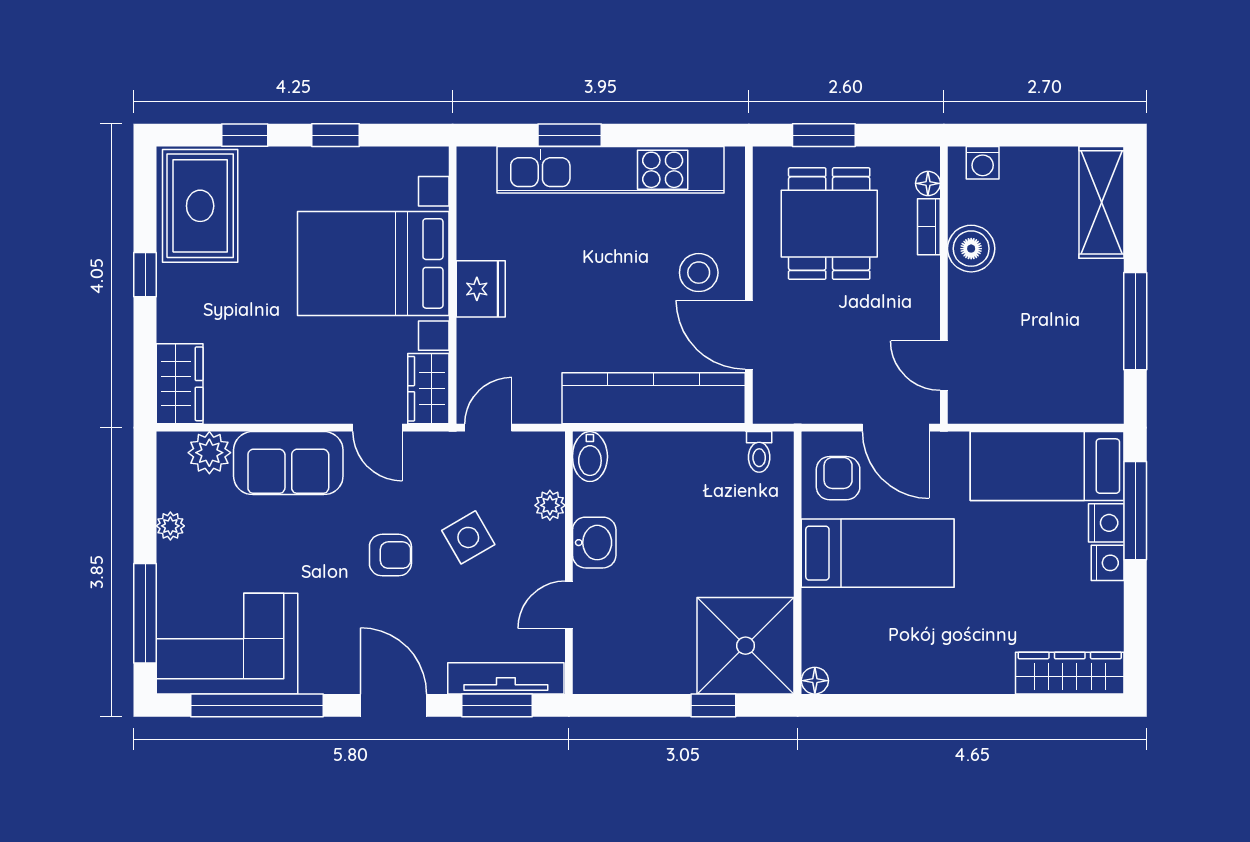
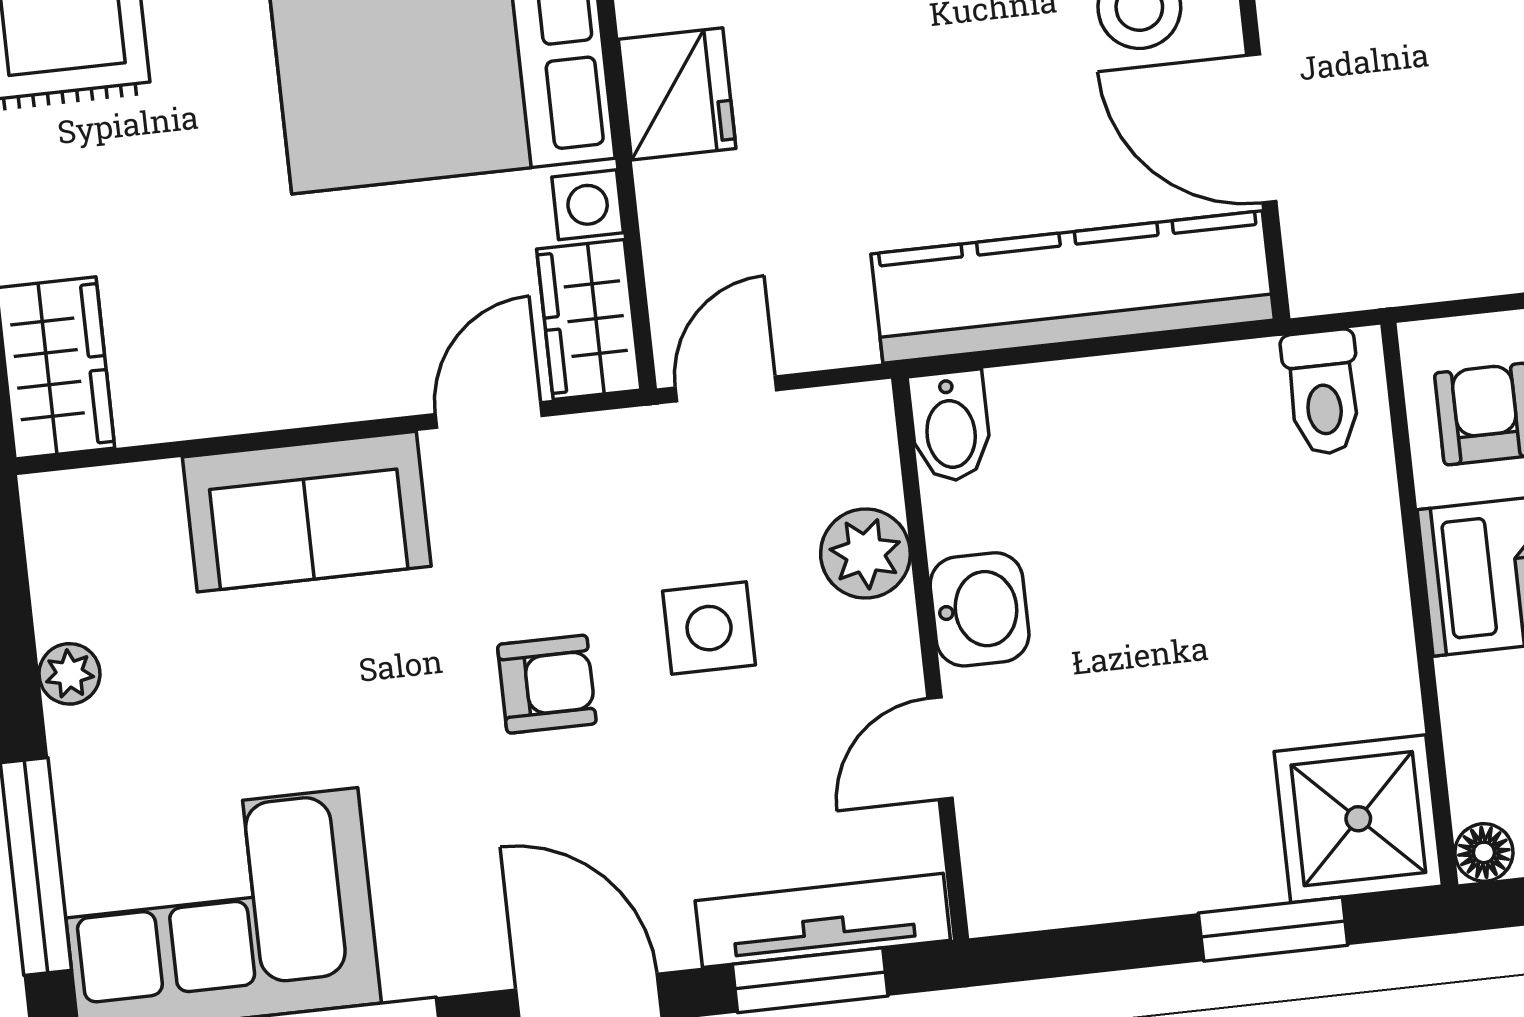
door: (377, 428) -> (489, 415), swing flipped
toilet: (759, 452) -> (1323, 392), width x1.37, depth x1.39
plant: (209, 453) -> (136, 508), removed
plant: (550, 505) -> (865, 554), width x1.38, depth x1.38
side table: (468, 537) -> (709, 628), turned 30
shower: (746, 646) -> (1358, 819), width x0.73, depth x0.73
window: (713, 705) -> (1273, 929), width x1.50

